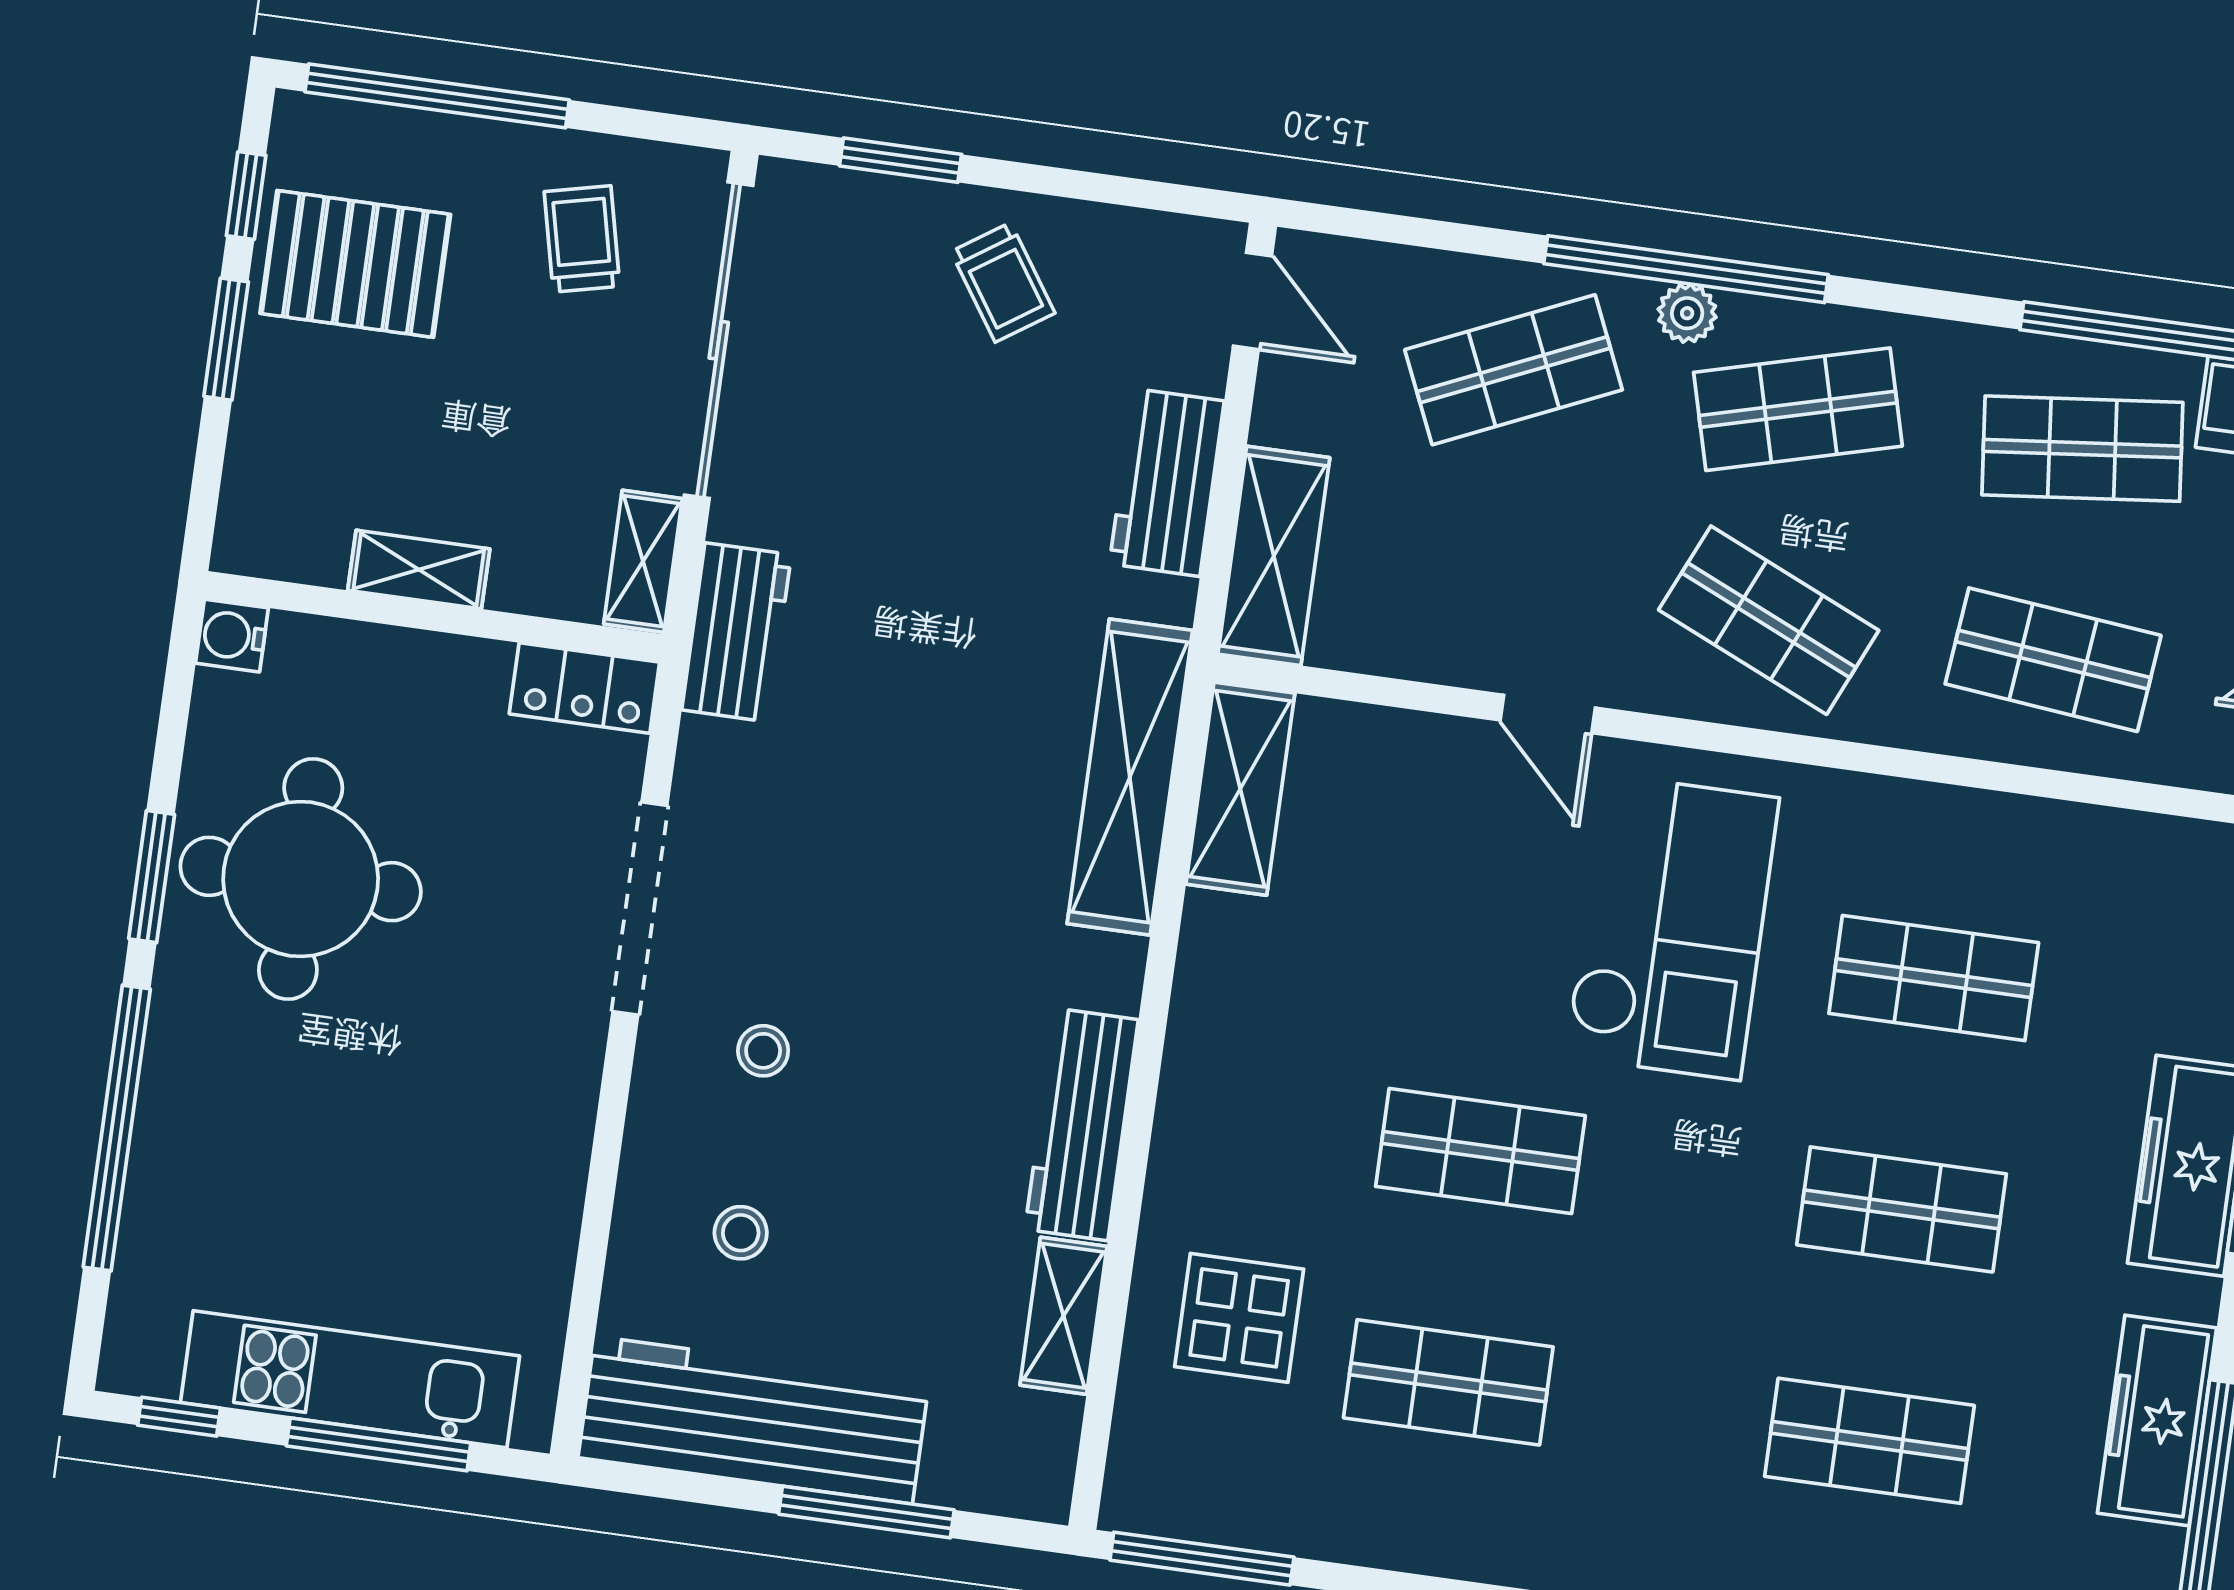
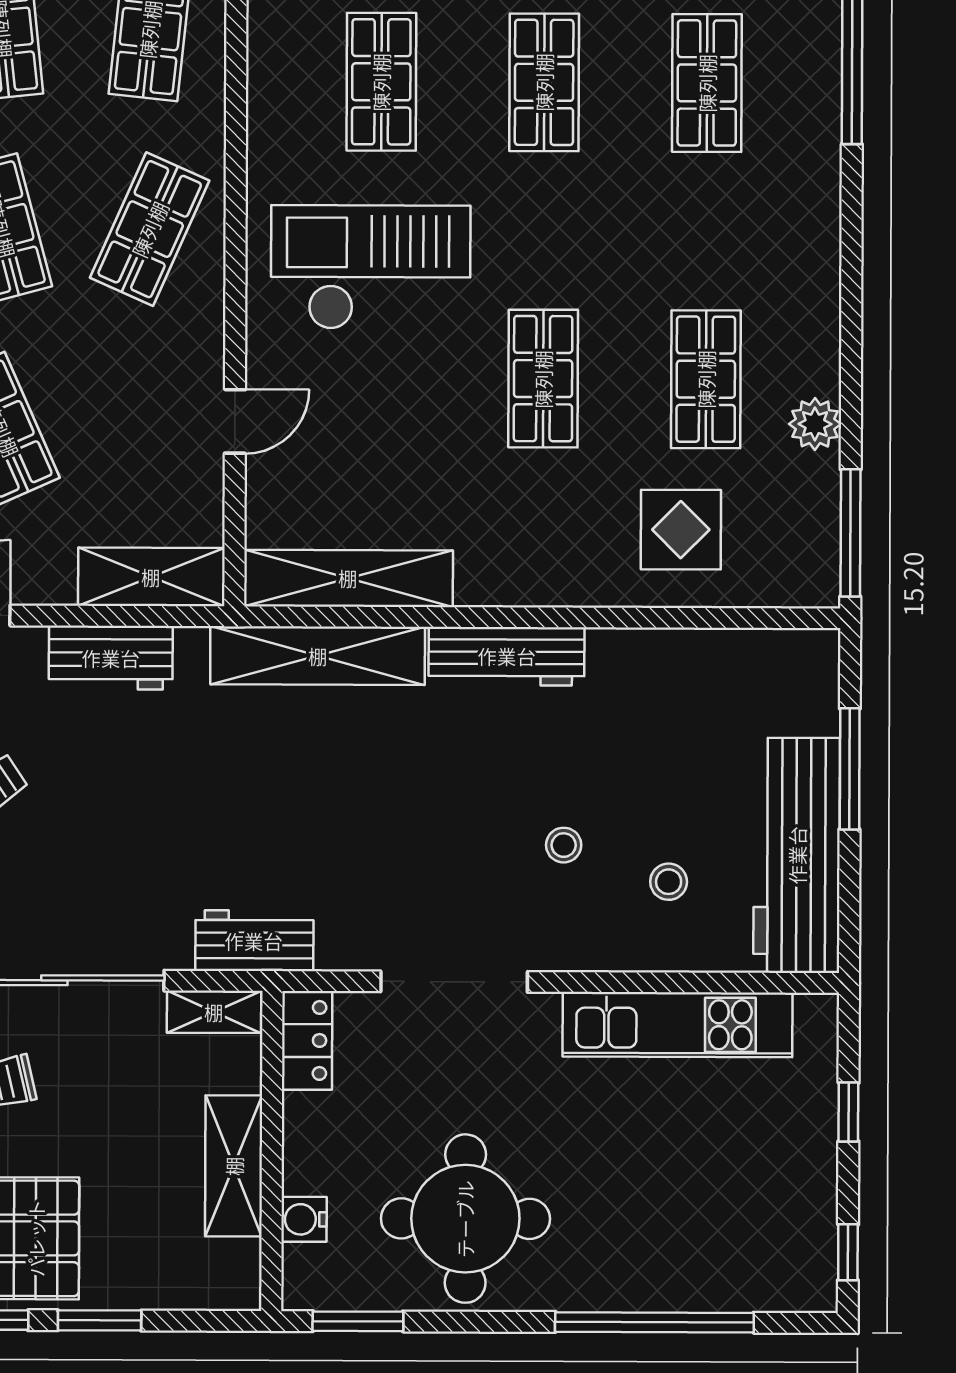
shelving: (419, 570) -> (234, 1166), width x1.50, depth x1.33
water cooler: (232, 636) -> (304, 1219), moved, turned 90
door: (1548, 714) -> (235, 421), moved
shelving: (1240, 789) -> (348, 578), width x1.47
window: (152, 877) -> (358, 1321), moved
stool: (763, 1051) -> (564, 845), moved
workbench: (1082, 1124) -> (507, 656), moved
shelving: (1064, 1316) -> (696, 651), removed
kitchen unit: (350, 1379) -> (678, 1025), moved, turned -90
window: (379, 1444) -> (848, 1112), width x0.46
plant: (1364, 1529) -> (815, 424), added

